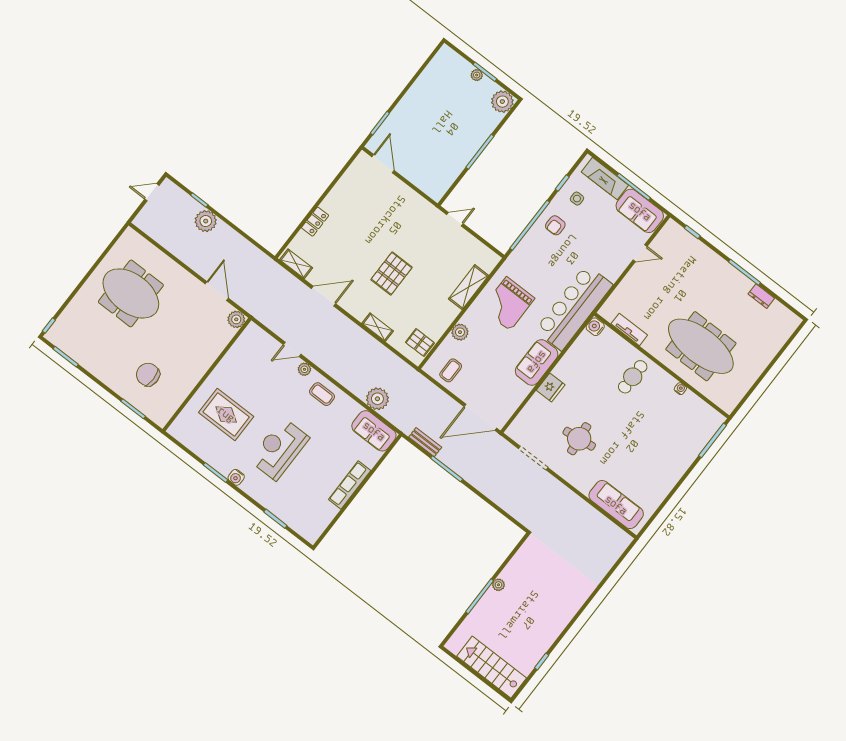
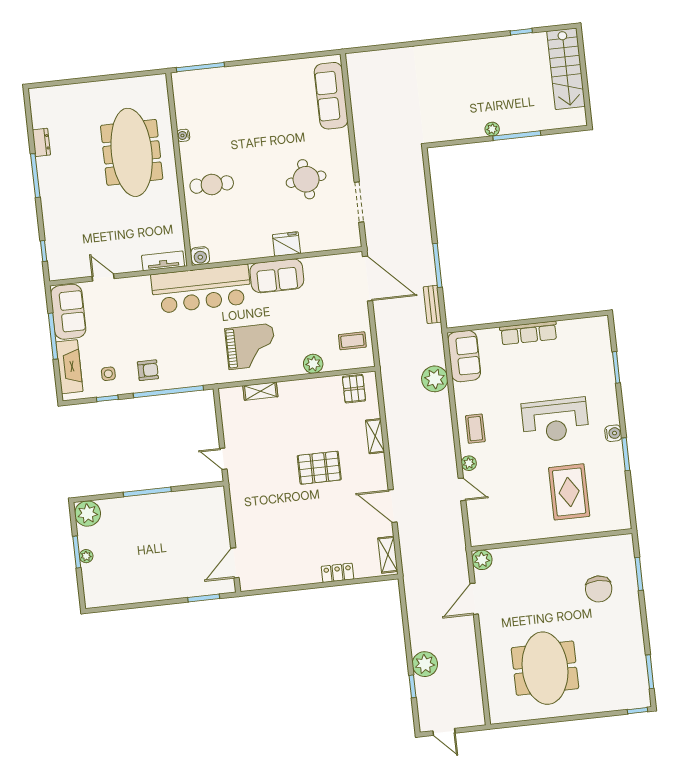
shelving: (469, 287) -> (260, 391), width x0.67, depth x0.75
tv unit: (629, 329) -> (163, 261), moved, turned 90

